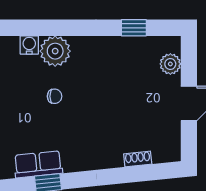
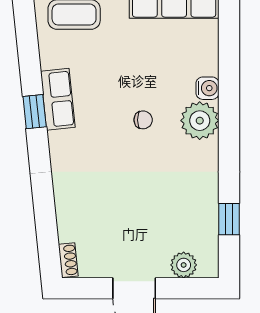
chair: (55, 96) -> (143, 120), turned -90
shoe rack: (138, 159) -> (68, 260), moved

